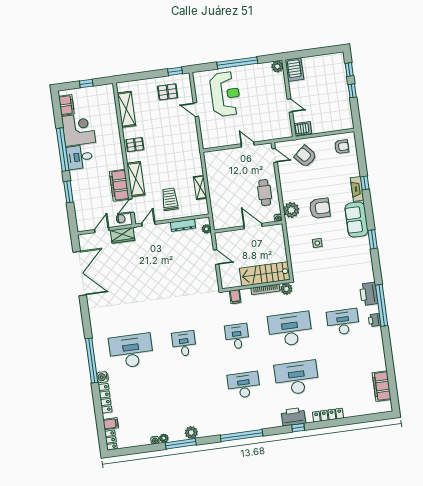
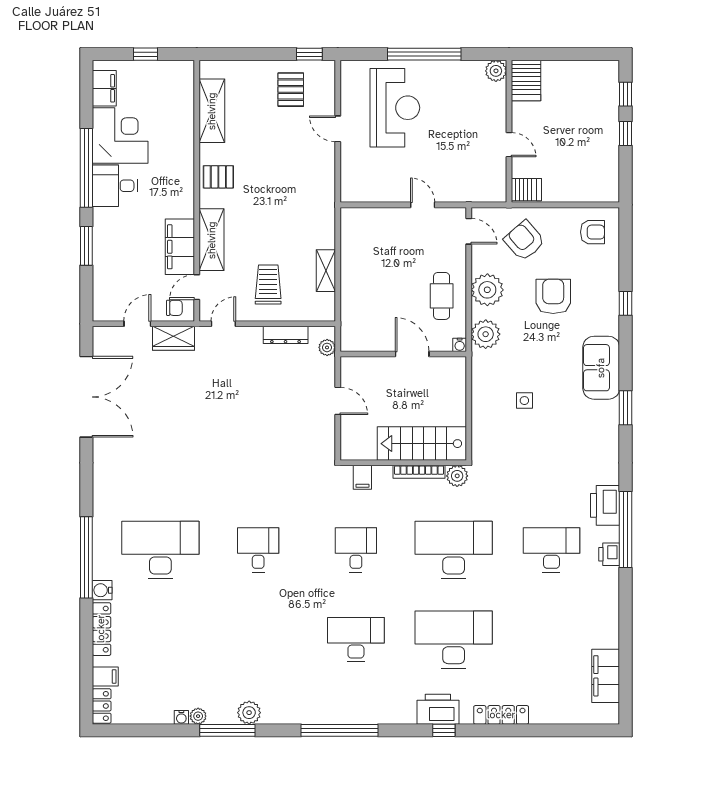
pallet: (168, 92) -> (291, 90), turned 90
plant: (289, 186) -> (487, 290), added
fireplace: (357, 189) -> (610, 313), removed
armchair: (320, 208) -> (553, 296), moved, turned -90

